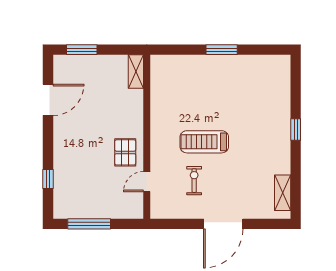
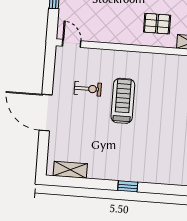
pallet: (125, 152) -> (157, 24), moved
door: (147, 182) -> (72, 43), moved

